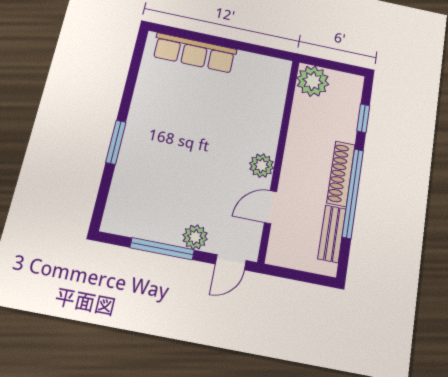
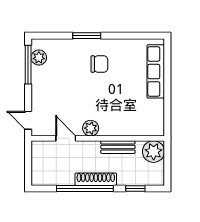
chair: (165, 132) -> (99, 64), added
bench: (332, 234) -> (118, 147), moved
plant: (195, 237) -> (39, 58), moved
window: (162, 249) -> (28, 65), moved

